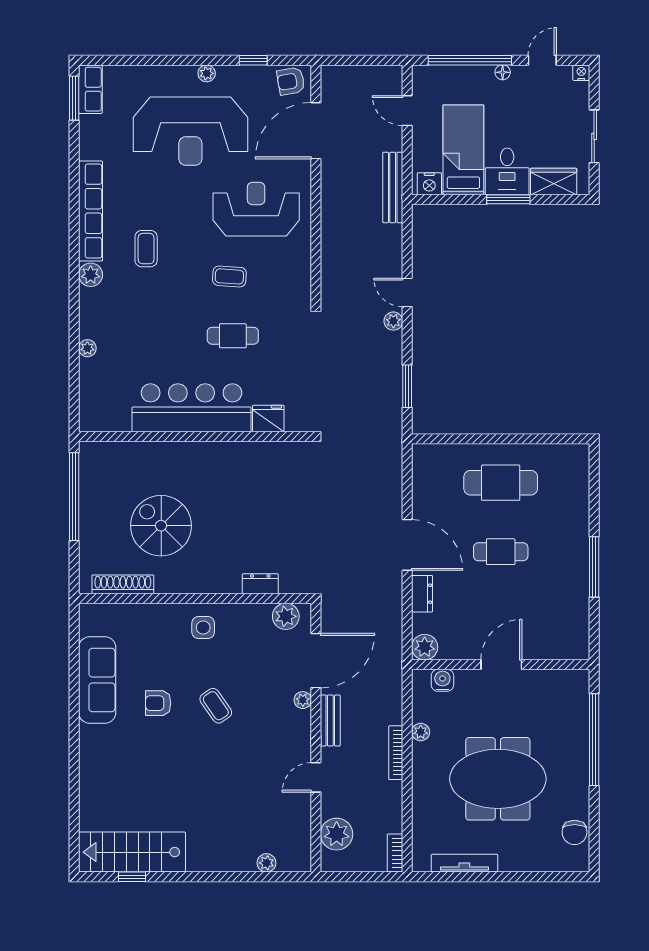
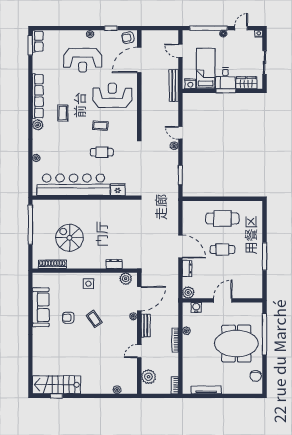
reception desk: (190, 131) -> (83, 60), width x0.74, depth x0.77
bar counter: (192, 408) -> (74, 185), width x1.36
meeting table: (498, 779) -> (236, 344), moved

